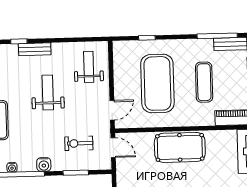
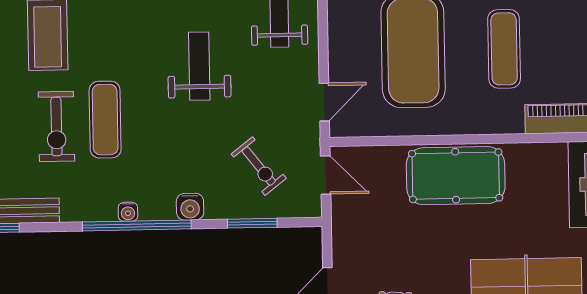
exercise bike: (79, 143) -> (259, 166), turned -128

